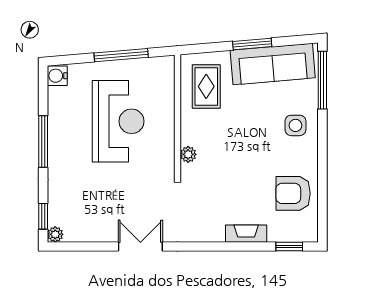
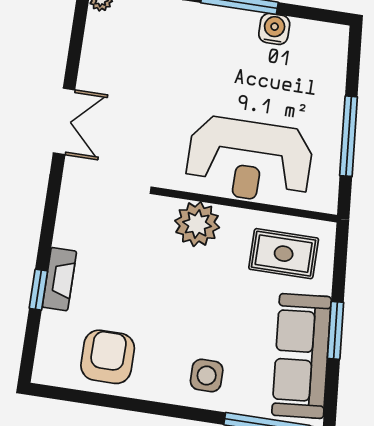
water cooler: (57, 76) -> (274, 29), moved
reception desk: (118, 121) -> (249, 160), moved
plant: (188, 154) -> (197, 224), width x1.87, depth x1.87
window: (289, 246) -> (38, 290), moved

